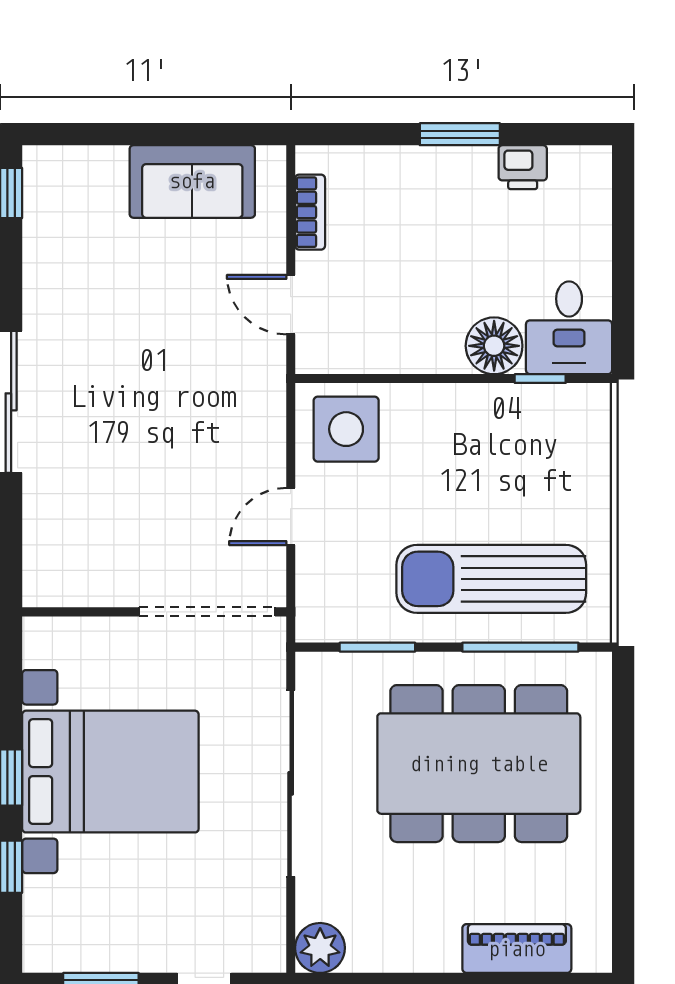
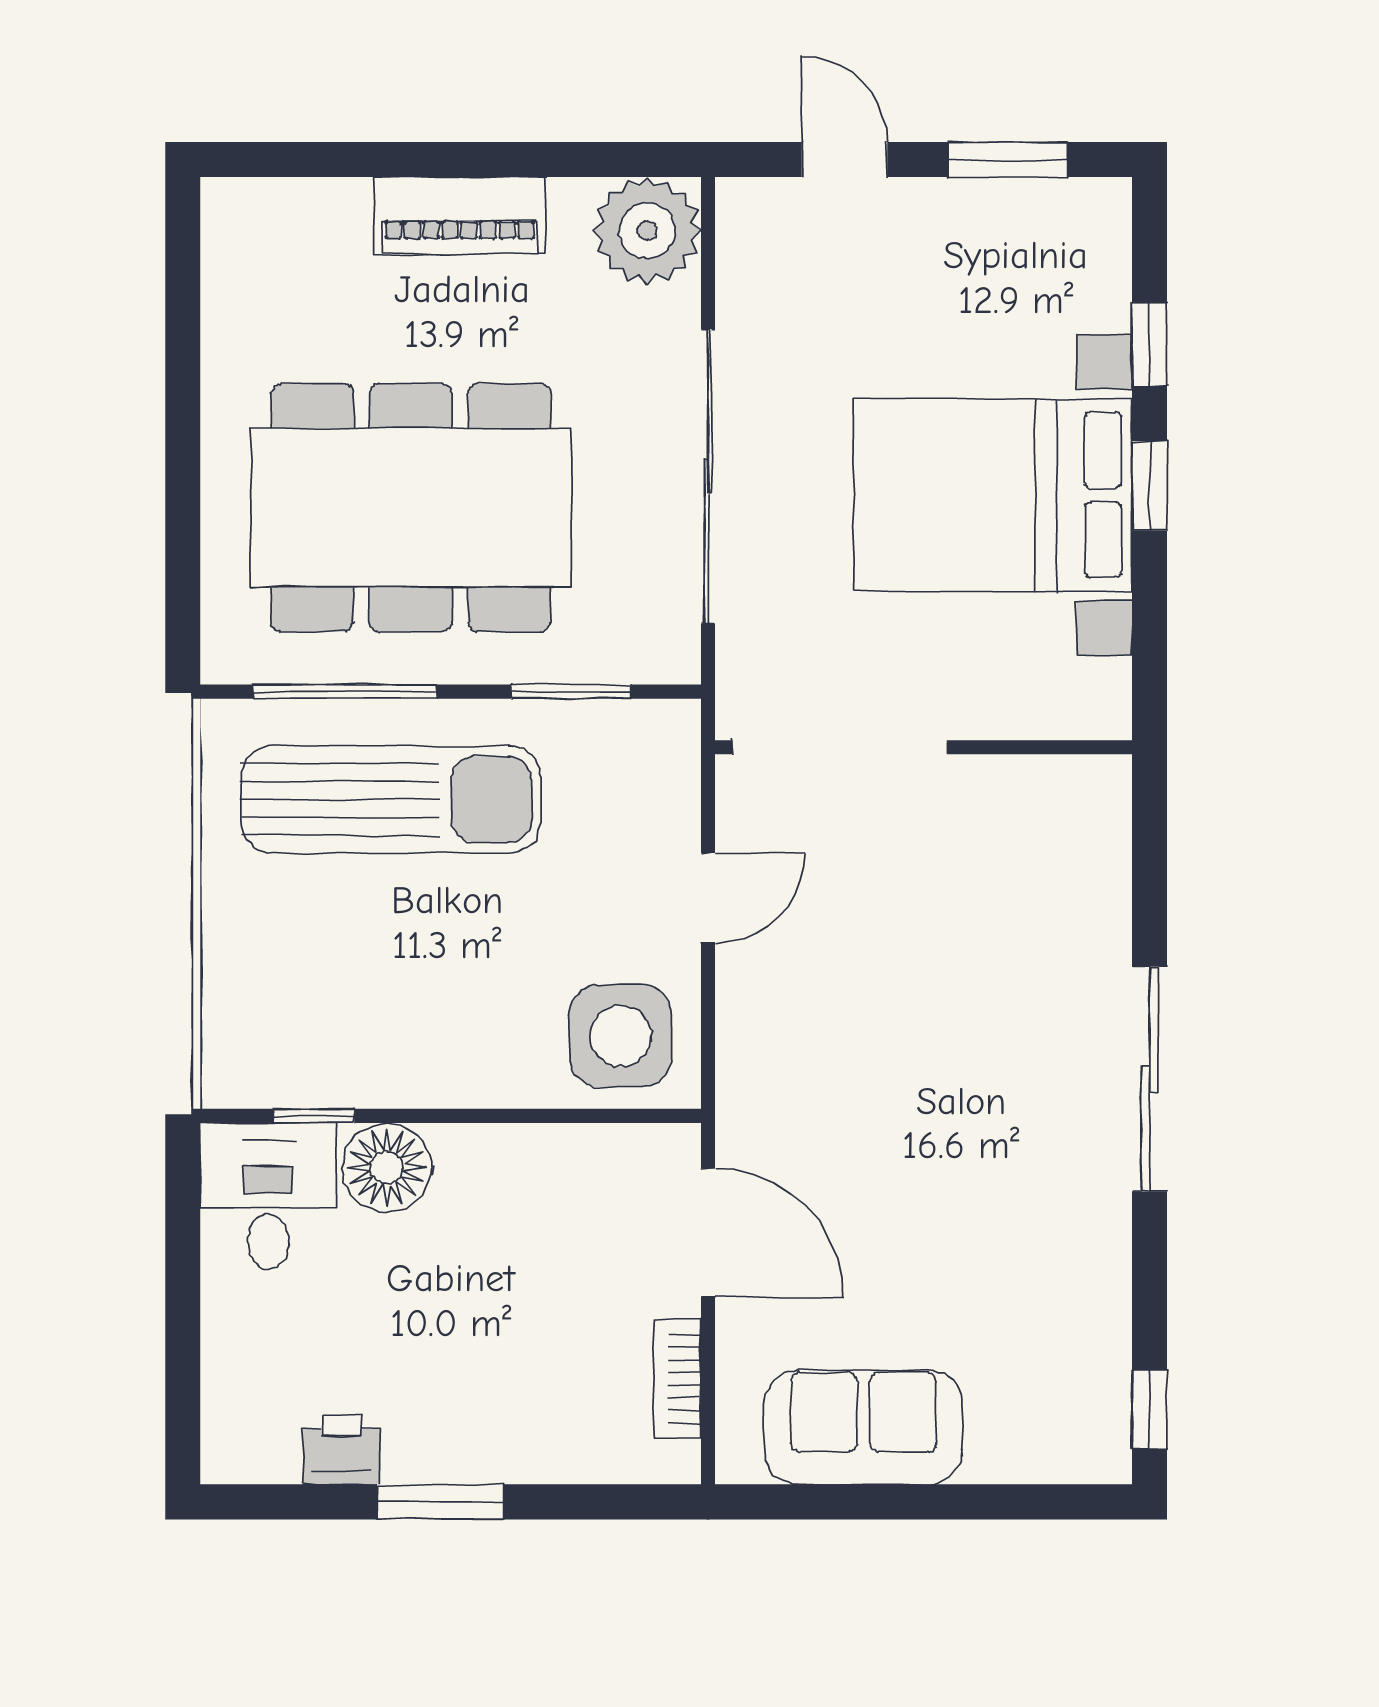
door: (291, 305) -> (708, 1233), width x1.38
plant: (320, 948) -> (647, 231), width x1.36, depth x1.36
piano: (517, 949) -> (460, 215), moved

